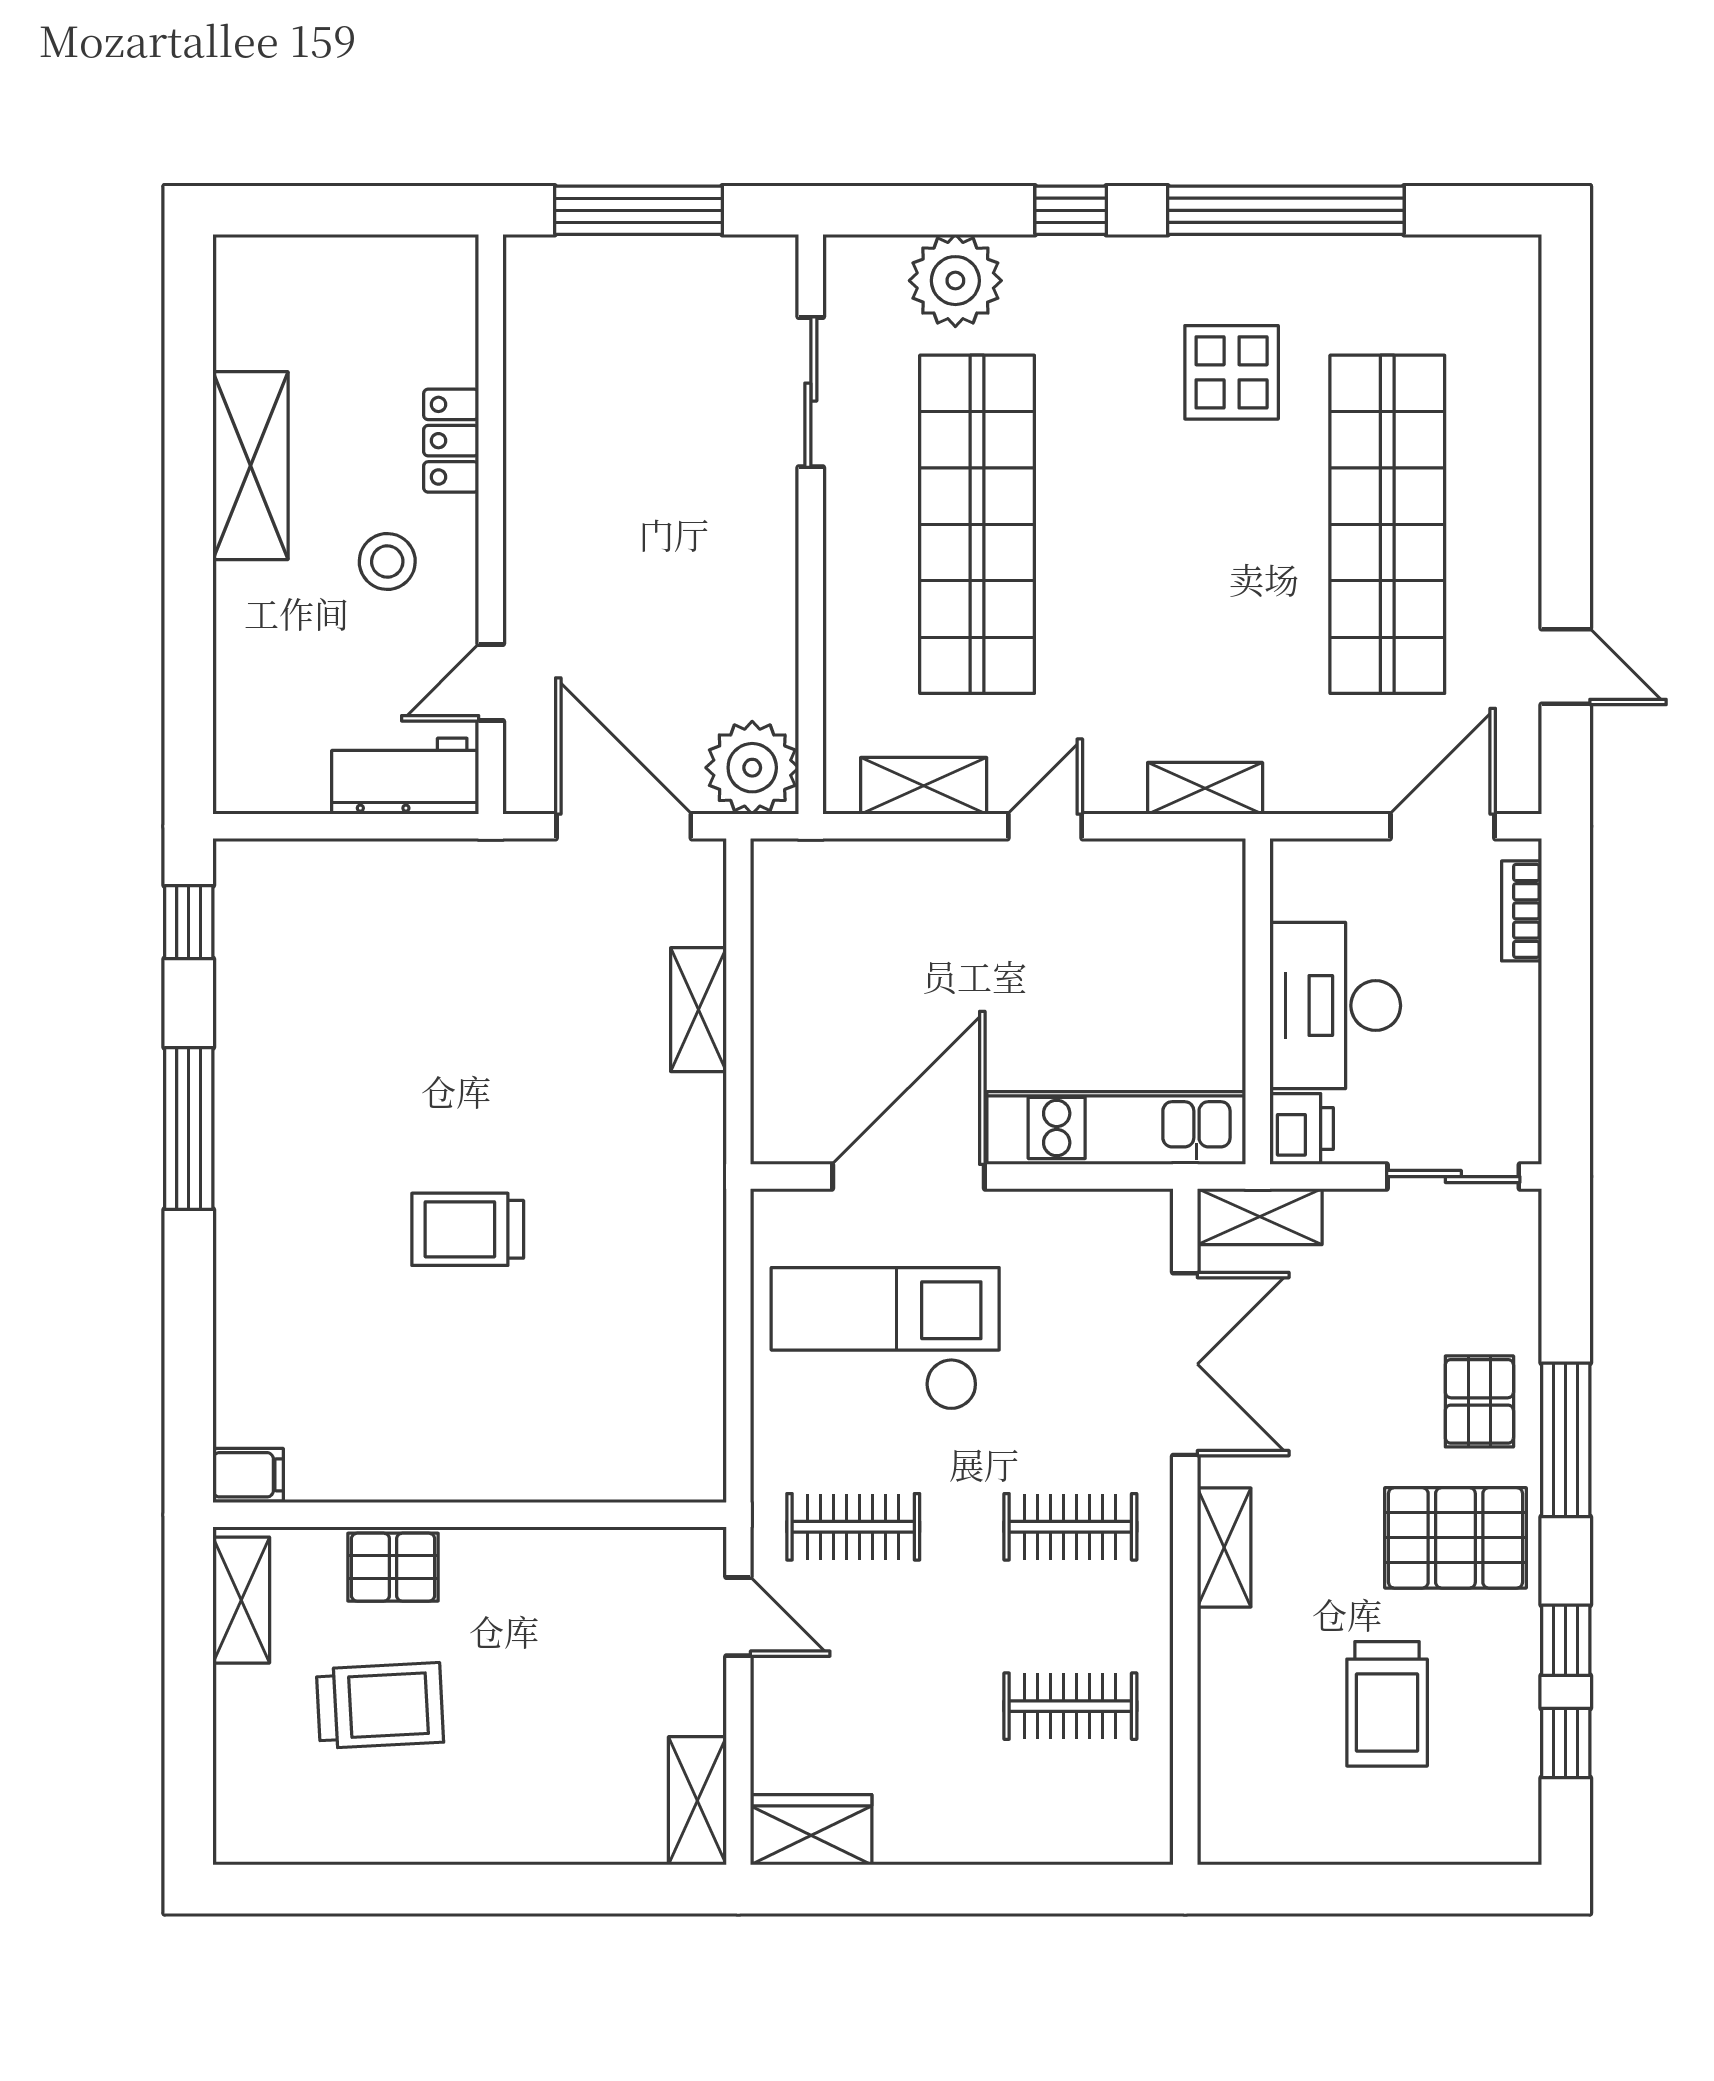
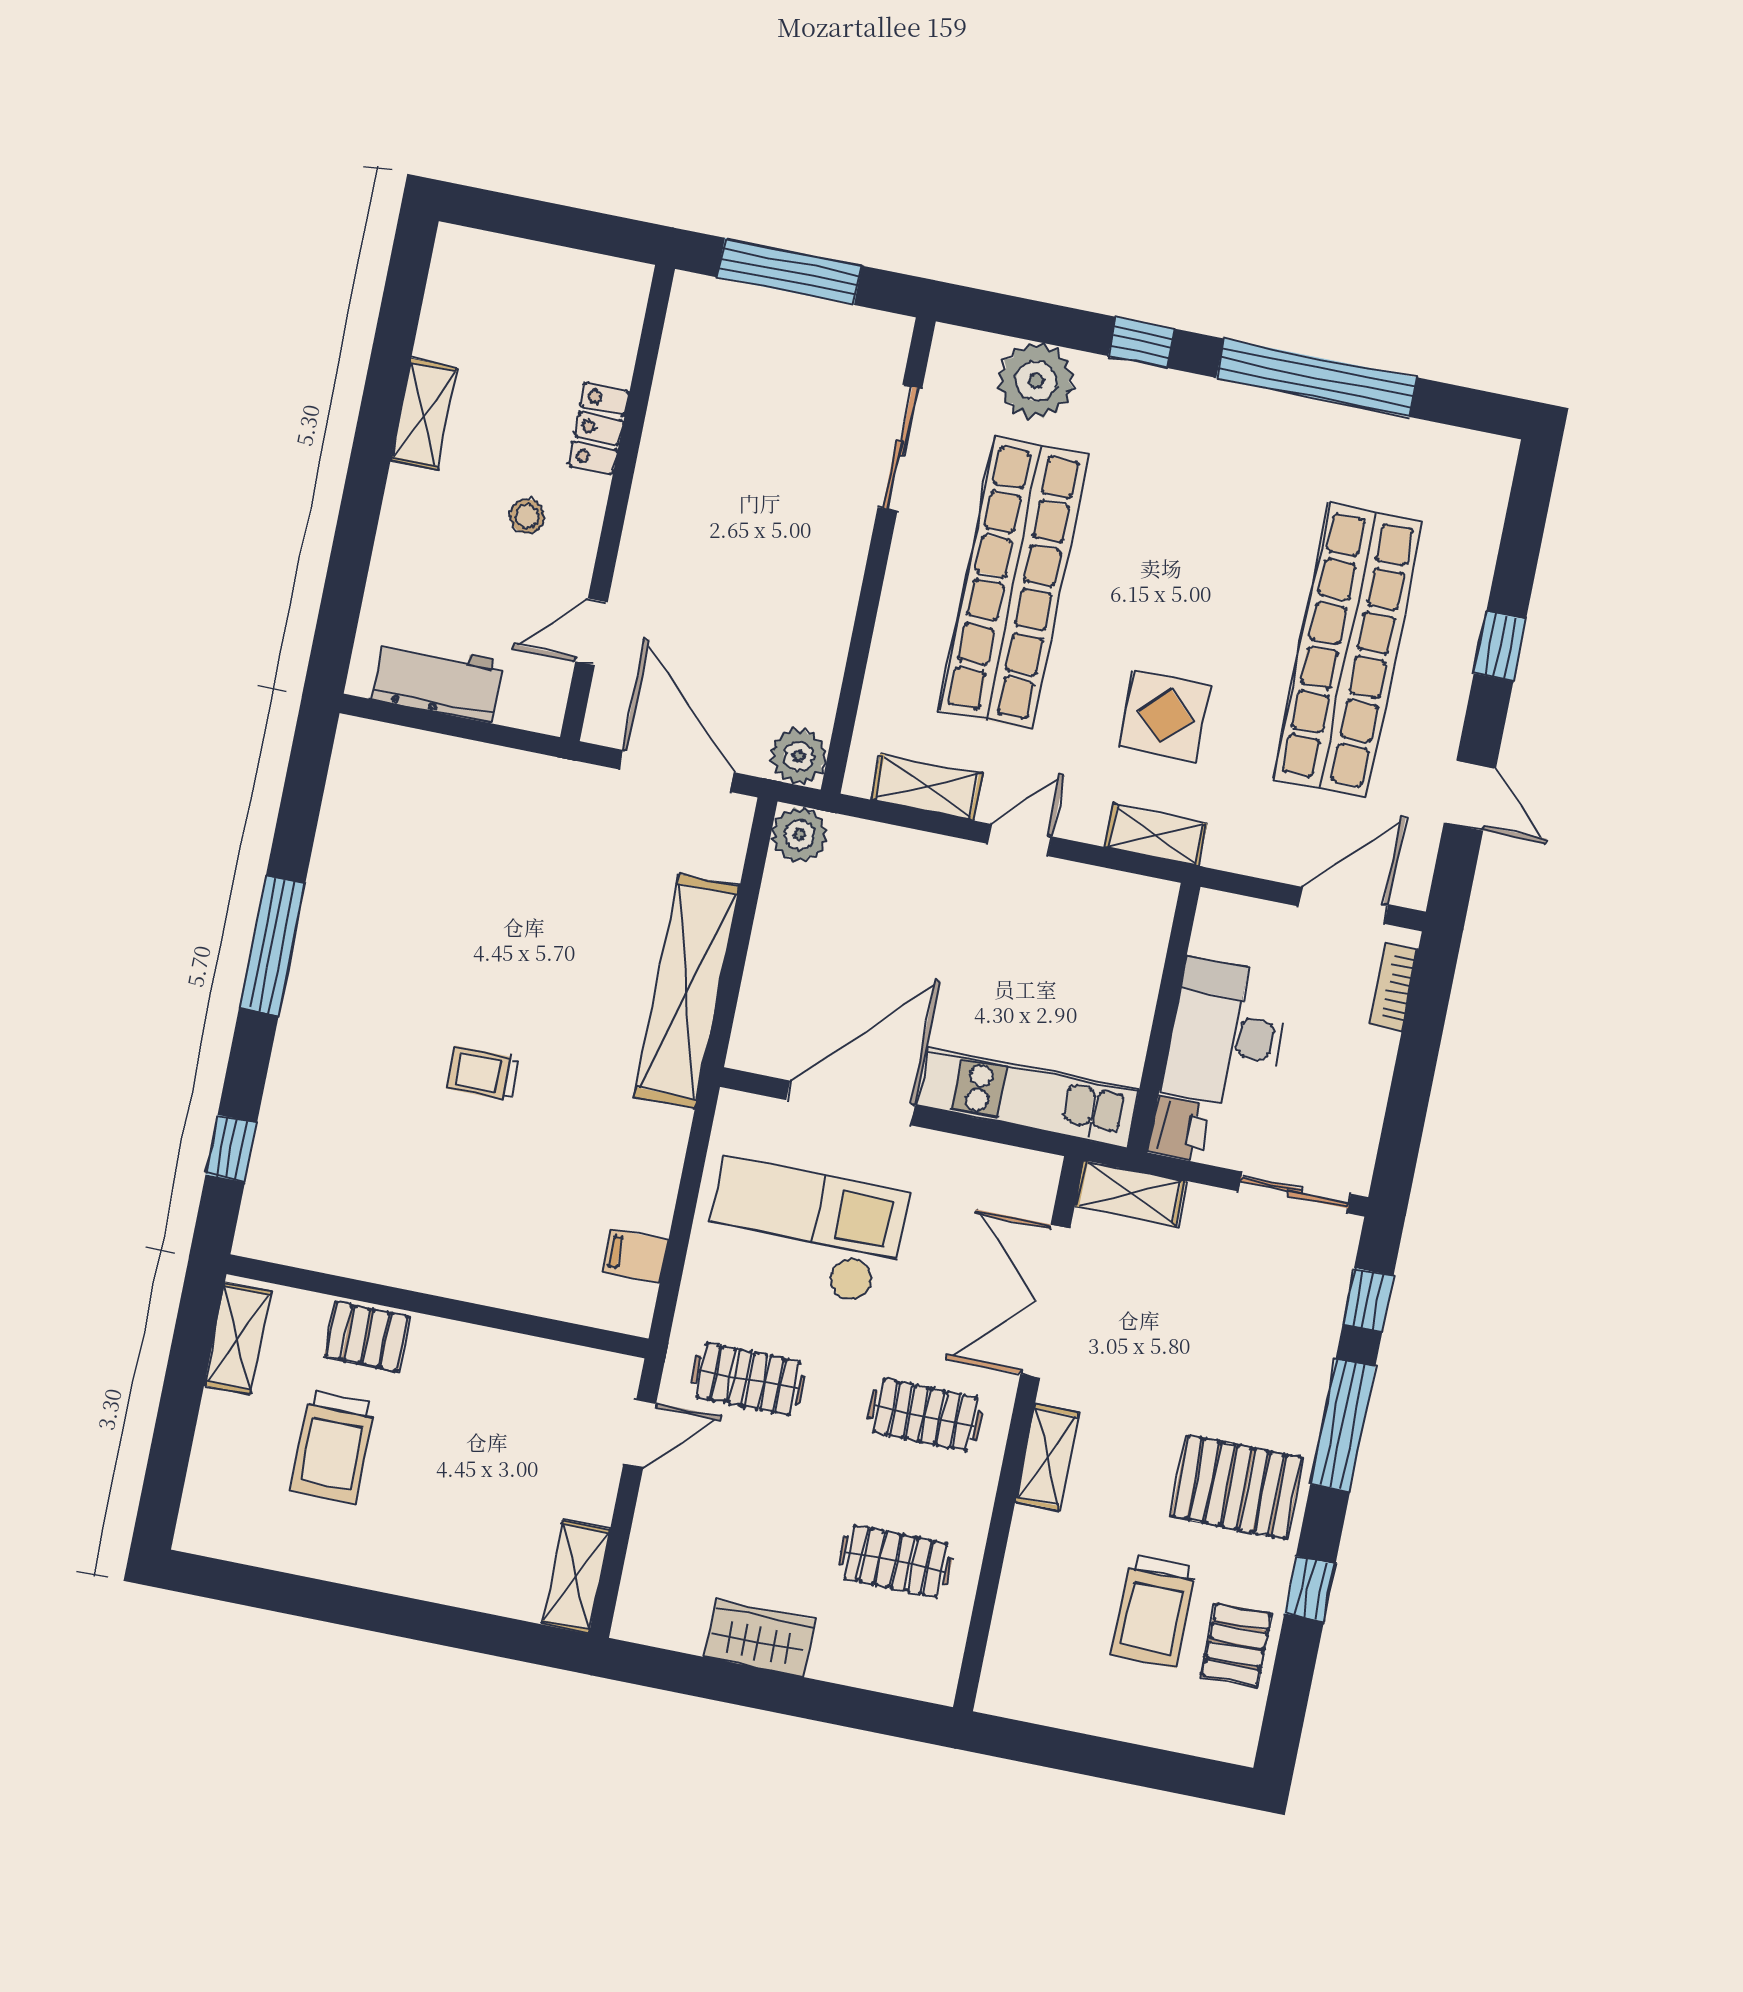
display table: (1232, 372) -> (1165, 716), moved
shelving: (250, 466) -> (424, 414), width x0.67, depth x0.75
window: (1566, 483) -> (1500, 646), added
stool: (387, 562) -> (527, 516), width x0.73, depth x0.73
plant: (752, 768) -> (799, 756), width x0.73, depth x0.73
workbench: (405, 776) -> (437, 680), moved
plant: (784, 872) -> (799, 835), added
window: (189, 922) -> (231, 1149), moved
shelving: (698, 1010) -> (687, 991), width x2.20, depth x1.33
trolley: (468, 1229) -> (483, 1074), width x0.73, depth x0.72
double door: (1185, 1364) -> (1045, 1301), swing flipped
pallet: (1479, 1401) -> (1236, 1645), moved
filing cabinet: (248, 1475) -> (635, 1256), moved, turned 180
door: (738, 1617) -> (640, 1433), hinge flipped
trolley: (380, 1706) -> (333, 1447), turned 93
window: (1566, 1743) -> (1368, 1300), moved
wardrobe: (811, 1830) -> (760, 1638), moved

